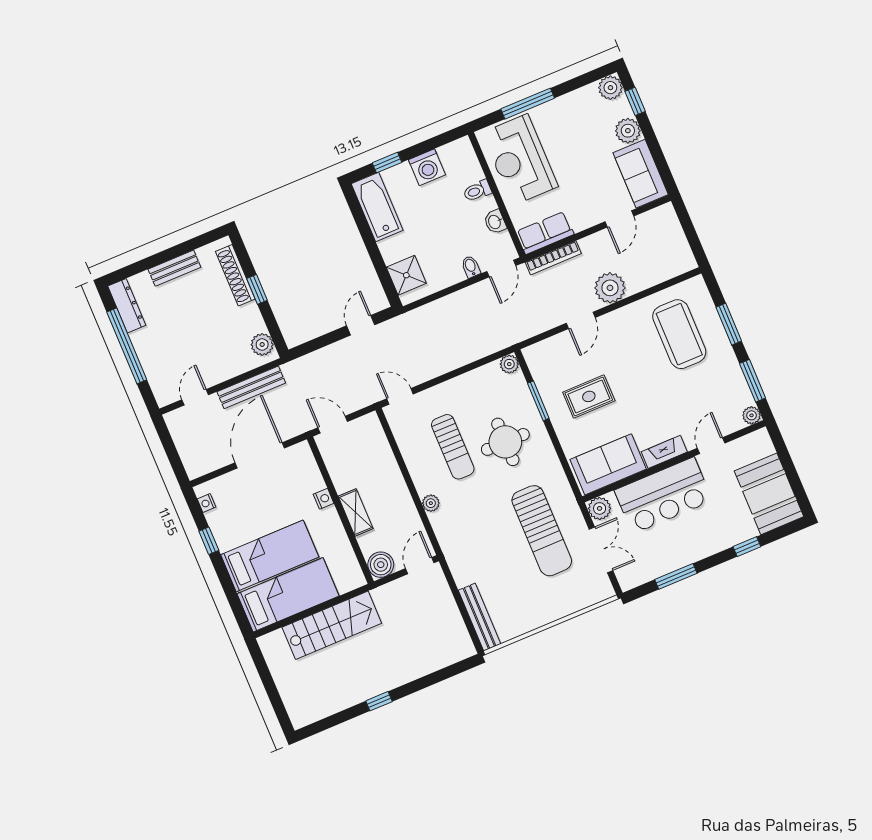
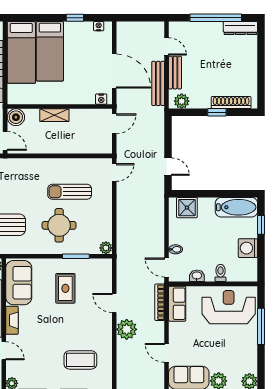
bench: (174, 268) -> (175, 73), moved
coffee table: (679, 334) -> (80, 360), width x0.73, depth x0.76
nightstand: (324, 499) -> (101, 99), moved
plant: (431, 503) -> (41, 164), removed

